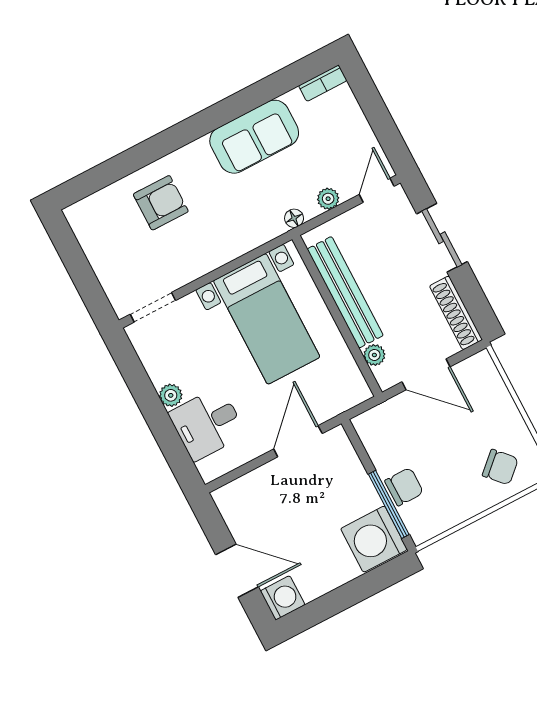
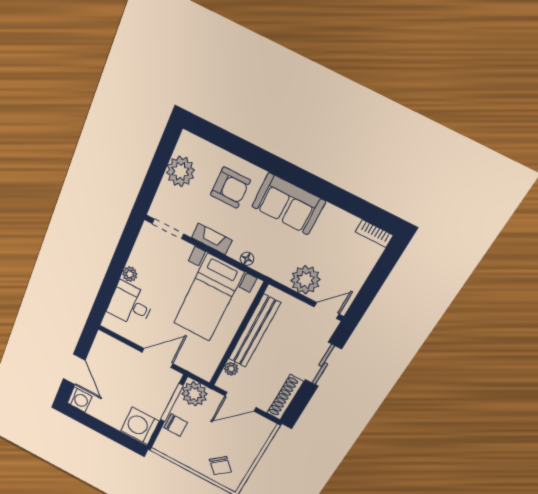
sofa: (254, 137) -> (288, 204), moved
plant: (328, 199) -> (305, 280), width x1.87, depth x1.87
floor lamp: (294, 218) -> (247, 259), moved
plant: (102, 245) -> (180, 171), added
fireplace: (201, 264) -> (212, 239), added
door: (426, 374) -> (240, 402), hinge flipped
plant: (377, 428) -> (194, 394), added
window: (389, 504) -> (172, 403), moved

